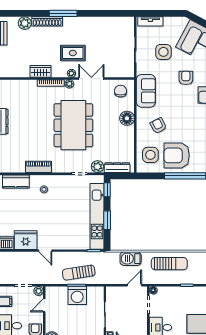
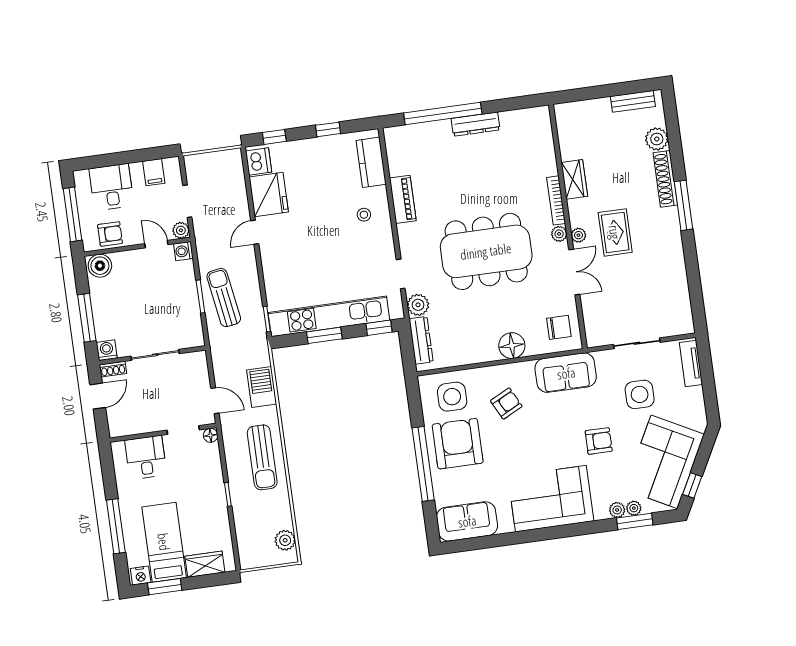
washing machine: (77, 295) -> (183, 251), moved, width x0.53, depth x0.53

